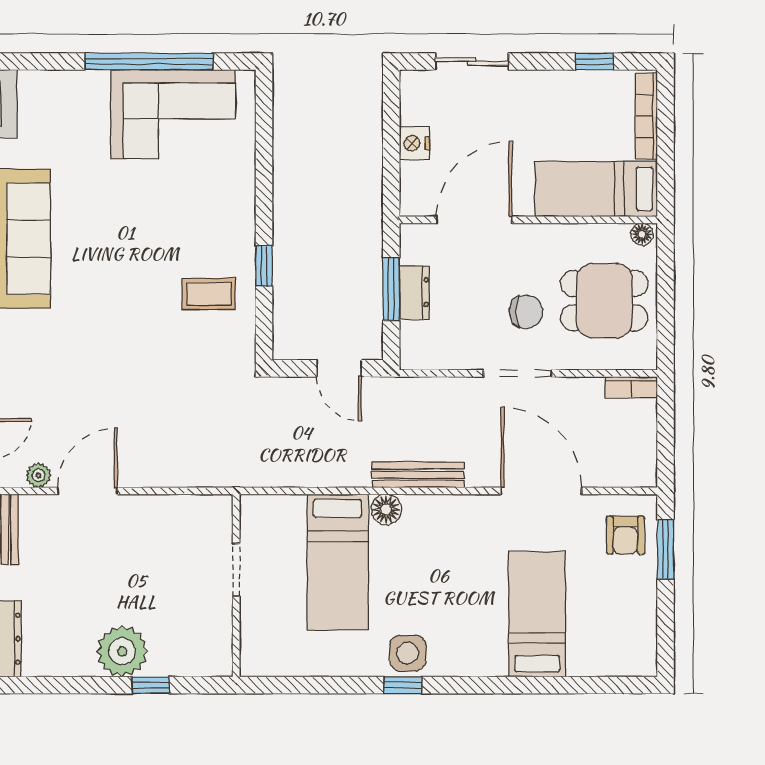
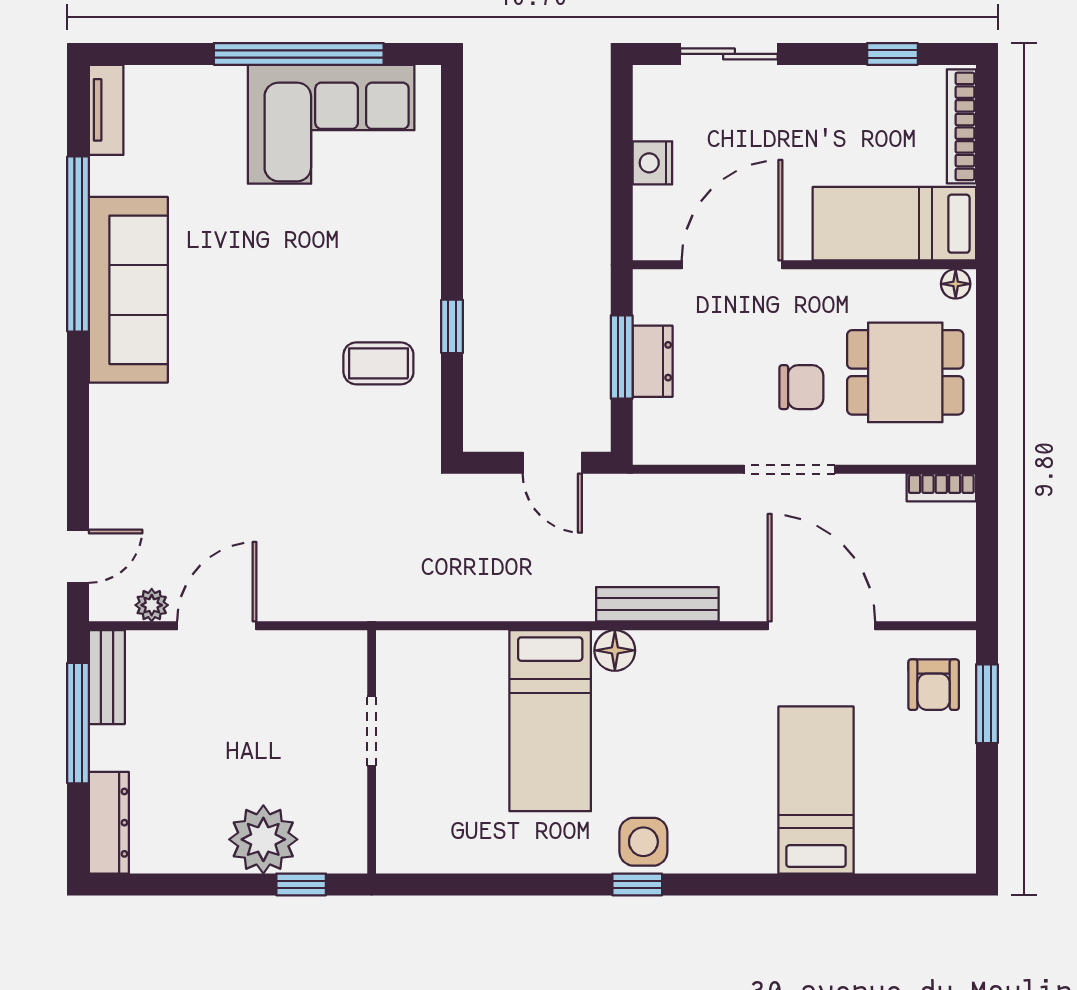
doorway: (236, 570) -> (372, 731), moved
wall: (236, 586) -> (372, 752), moved

